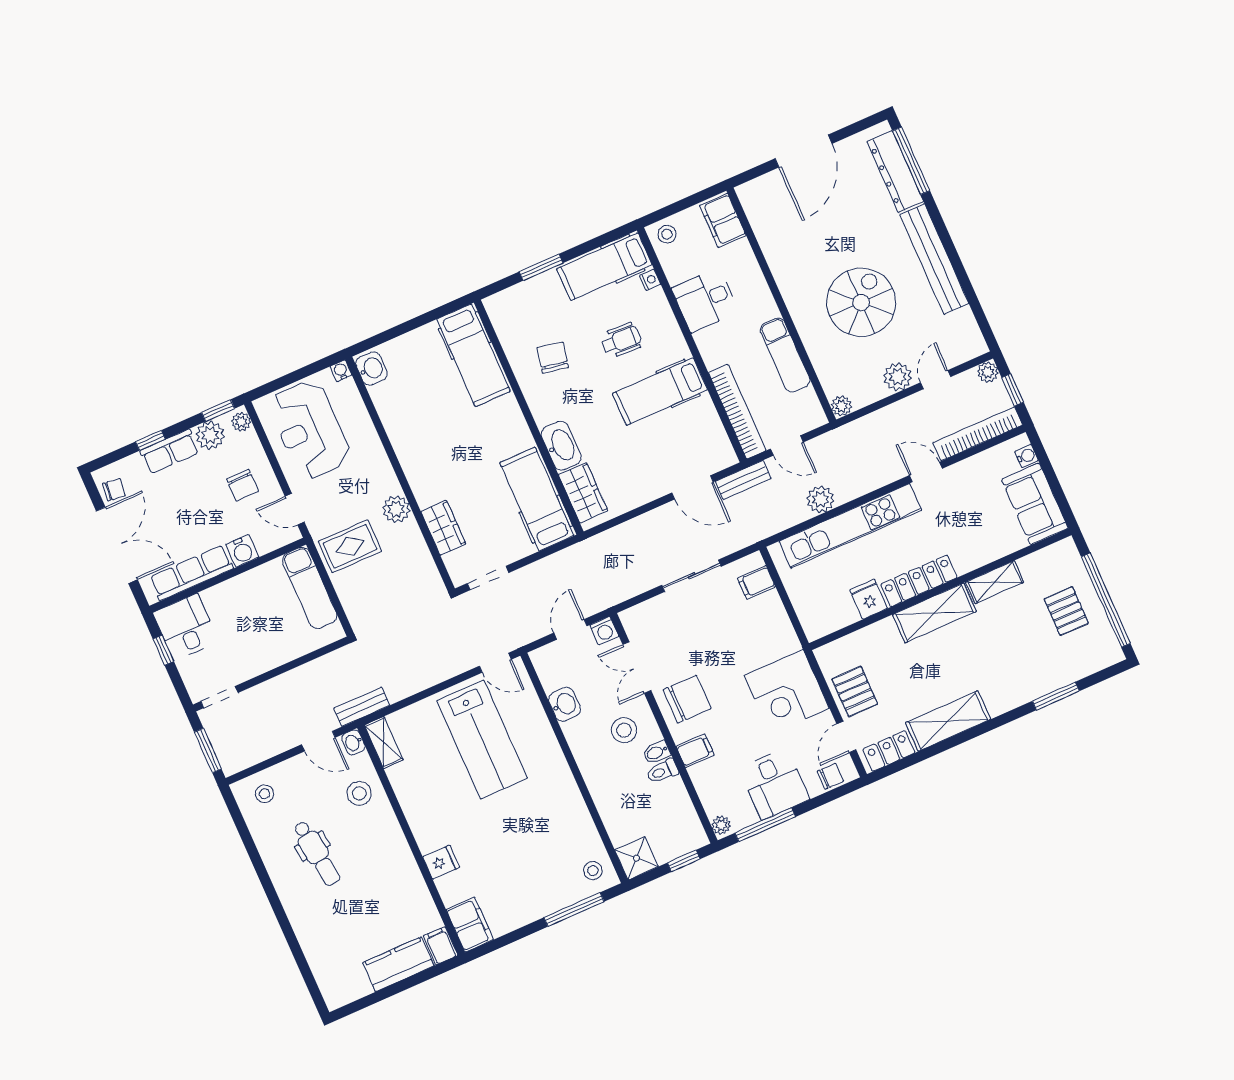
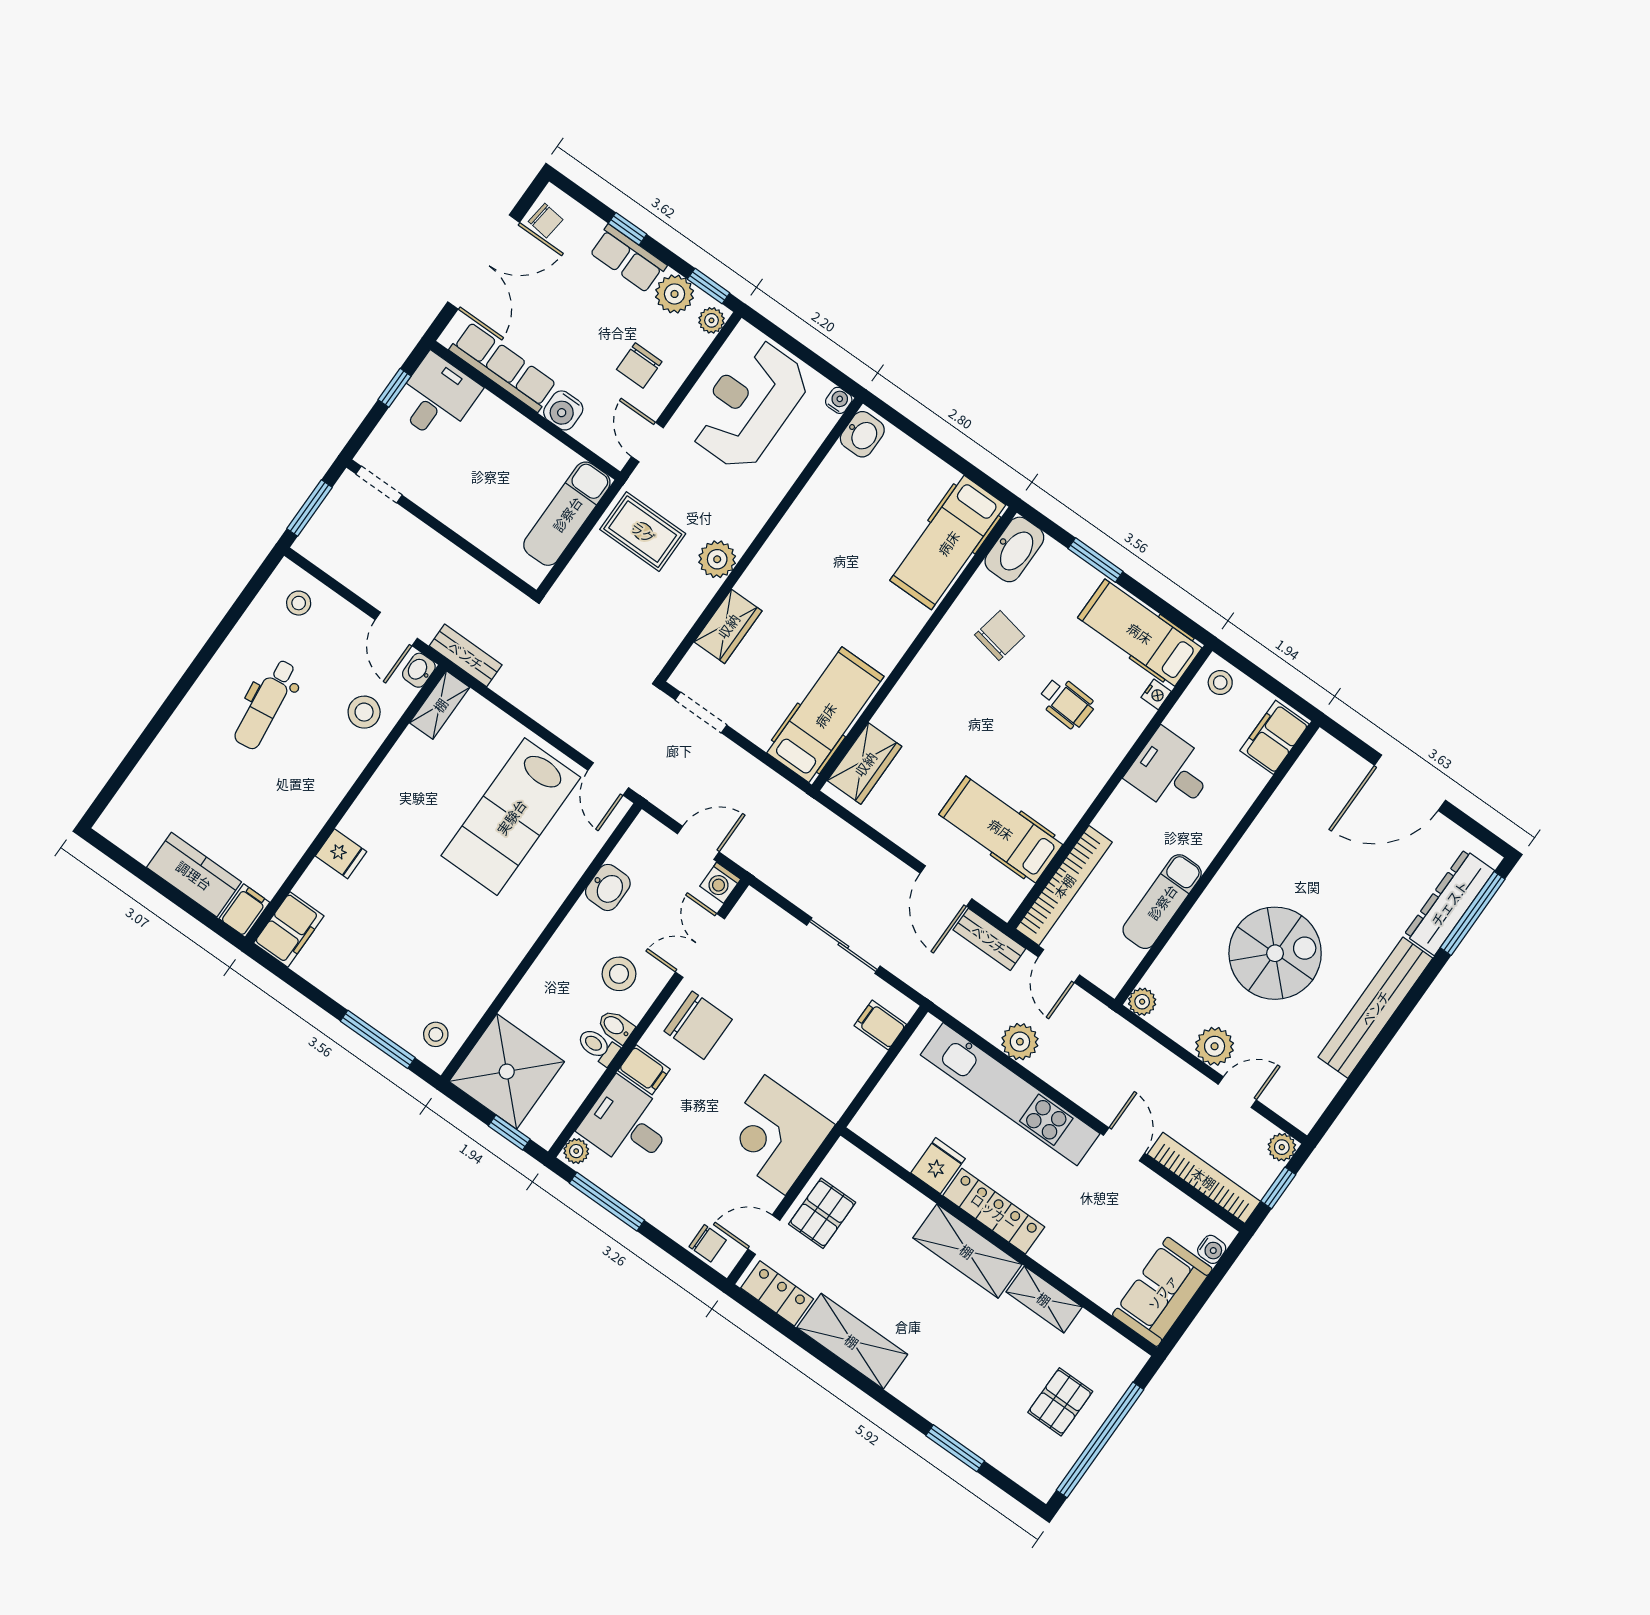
hospital bed: (660, 392) -> (1001, 829), moved
washbasin: (561, 446) -> (1014, 549), moved
desk: (774, 784) -> (627, 1124), moved, turned 90
shower: (636, 858) -> (507, 1072), width x1.86, depth x1.86

